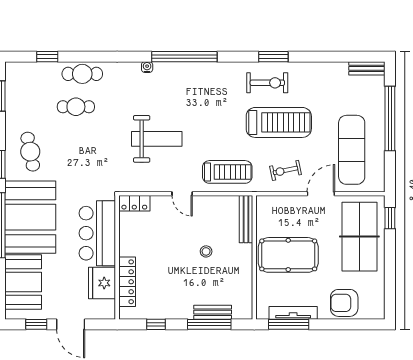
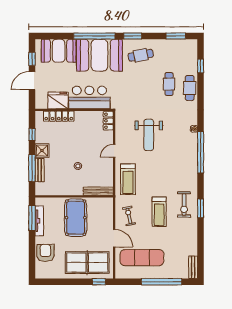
treadmill: (279, 122) -> (159, 212), width x0.73, depth x0.73
shower: (182, 308) -> (42, 151), added

